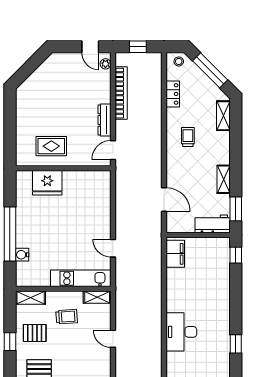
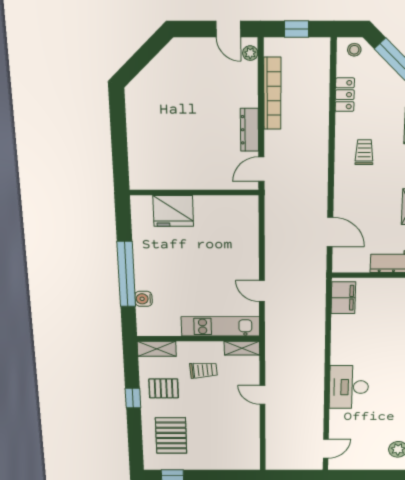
rug: (51, 146) -> (177, 164), removed

